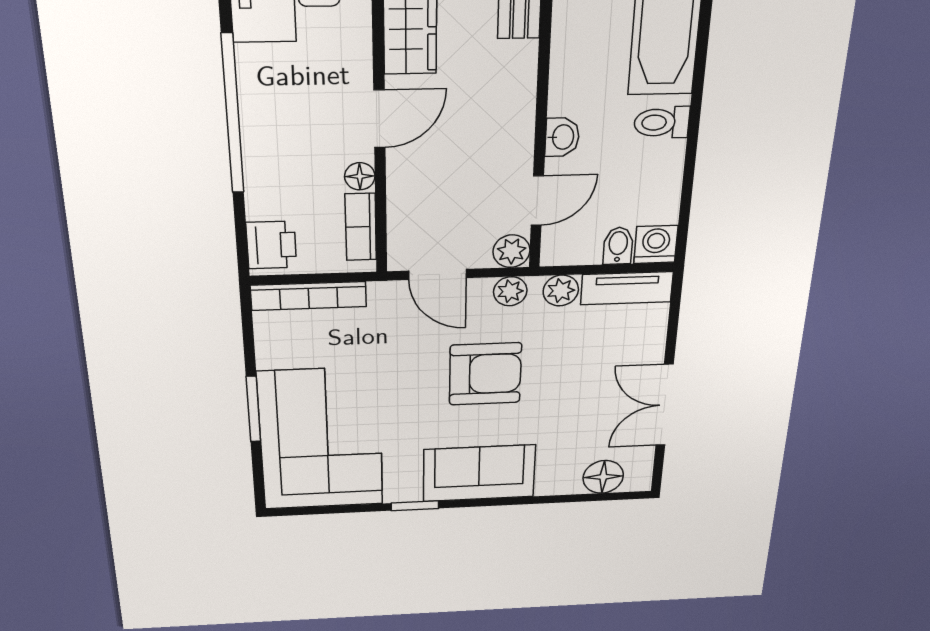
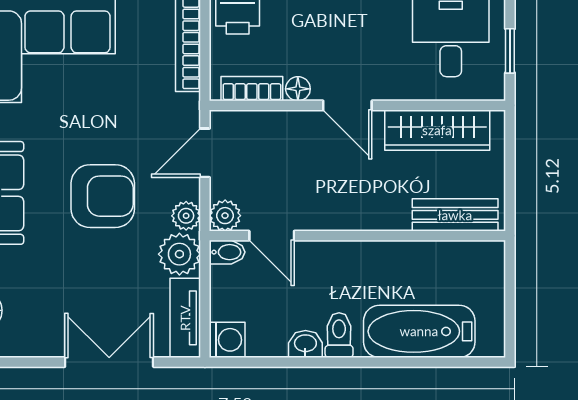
washbasin: (562, 137) -> (305, 344), moved, turned 180
bidet: (618, 246) -> (227, 252), moved
plant: (561, 291) -> (179, 254), width x1.38, depth x1.38
armchair: (485, 374) -> (103, 196), turned -90
double door: (664, 405) -> (109, 362), moved

